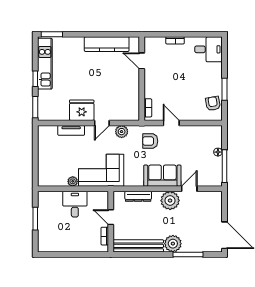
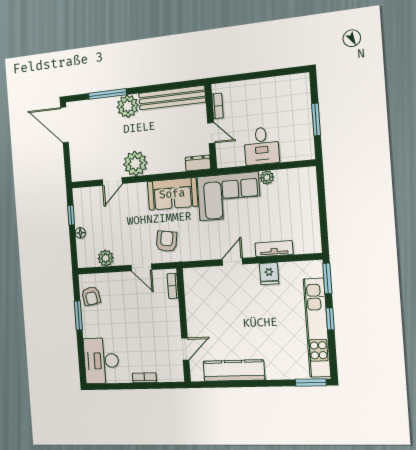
desk: (208, 49) -> (101, 361), width x1.37
door: (142, 61) -> (185, 349), hinge flipped
kitchen unit: (45, 64) -> (317, 328), width x1.36
fridge: (82, 110) -> (269, 274), width x0.53, depth x0.75
plant: (122, 132) -> (106, 258), moved
armchair: (150, 141) -> (167, 241), turned -81
window: (224, 166) -> (71, 215), width x0.46
sofa: (162, 176) -> (172, 194), moved
dresser: (138, 196) -> (198, 163), moved, width x0.70

